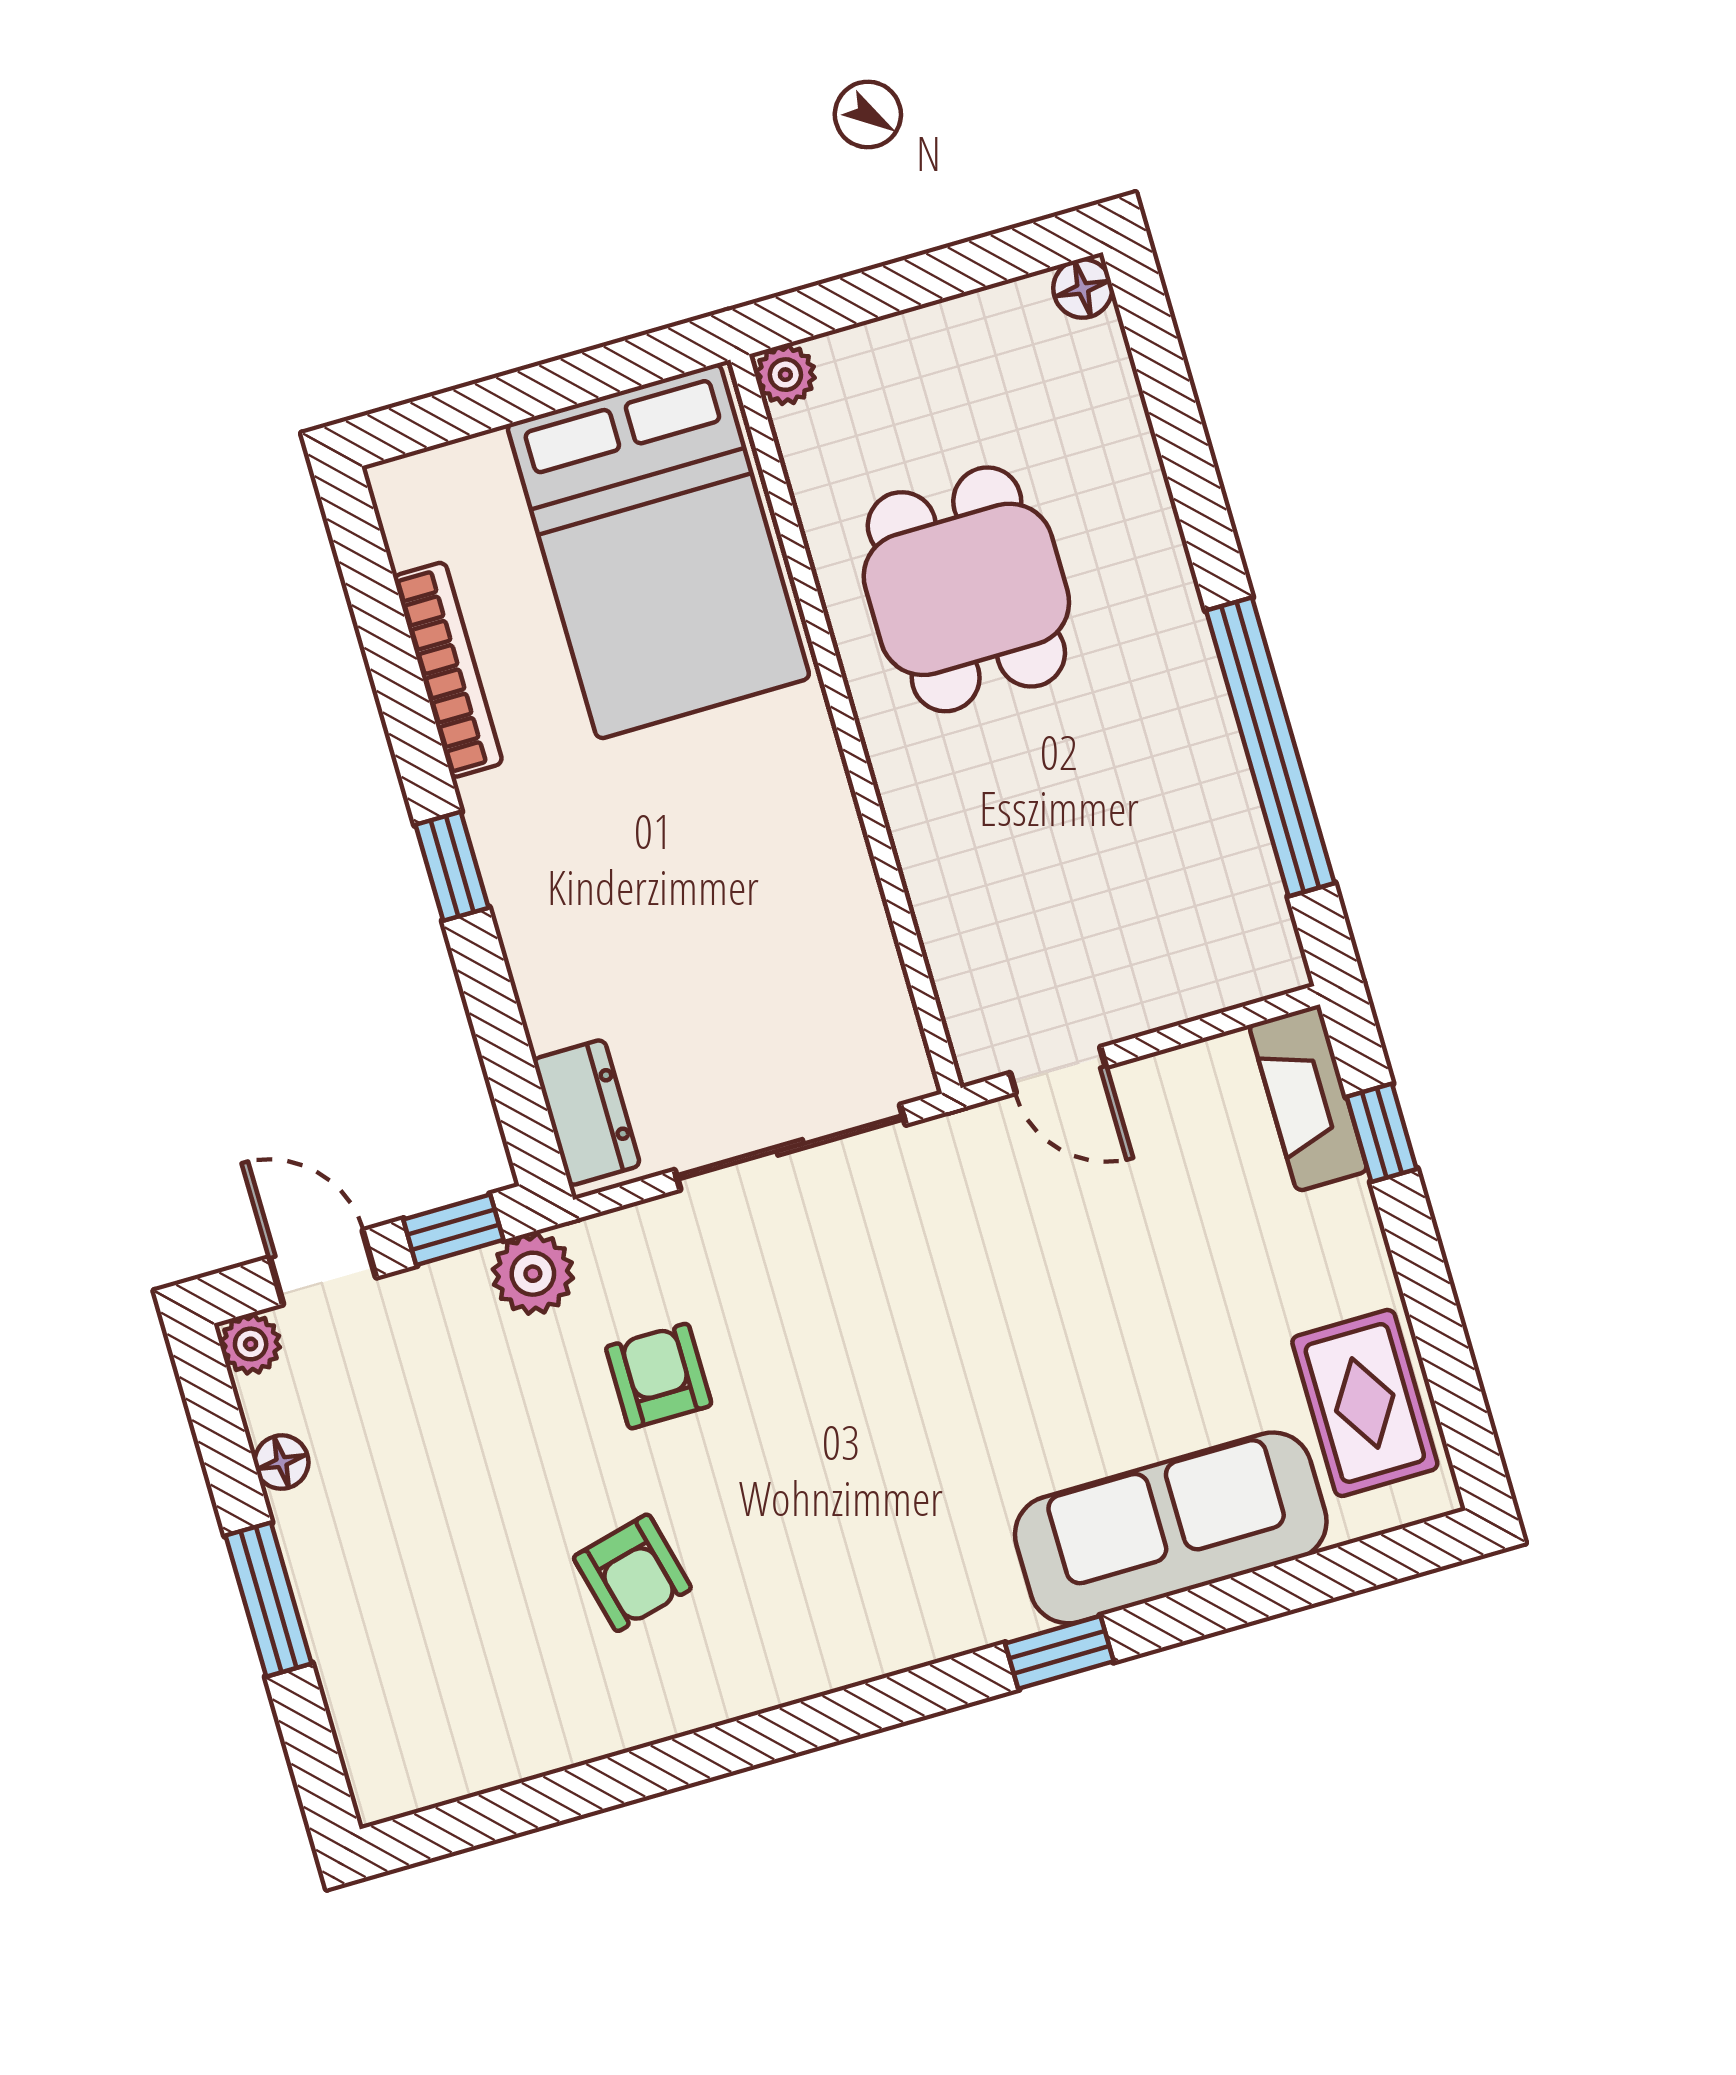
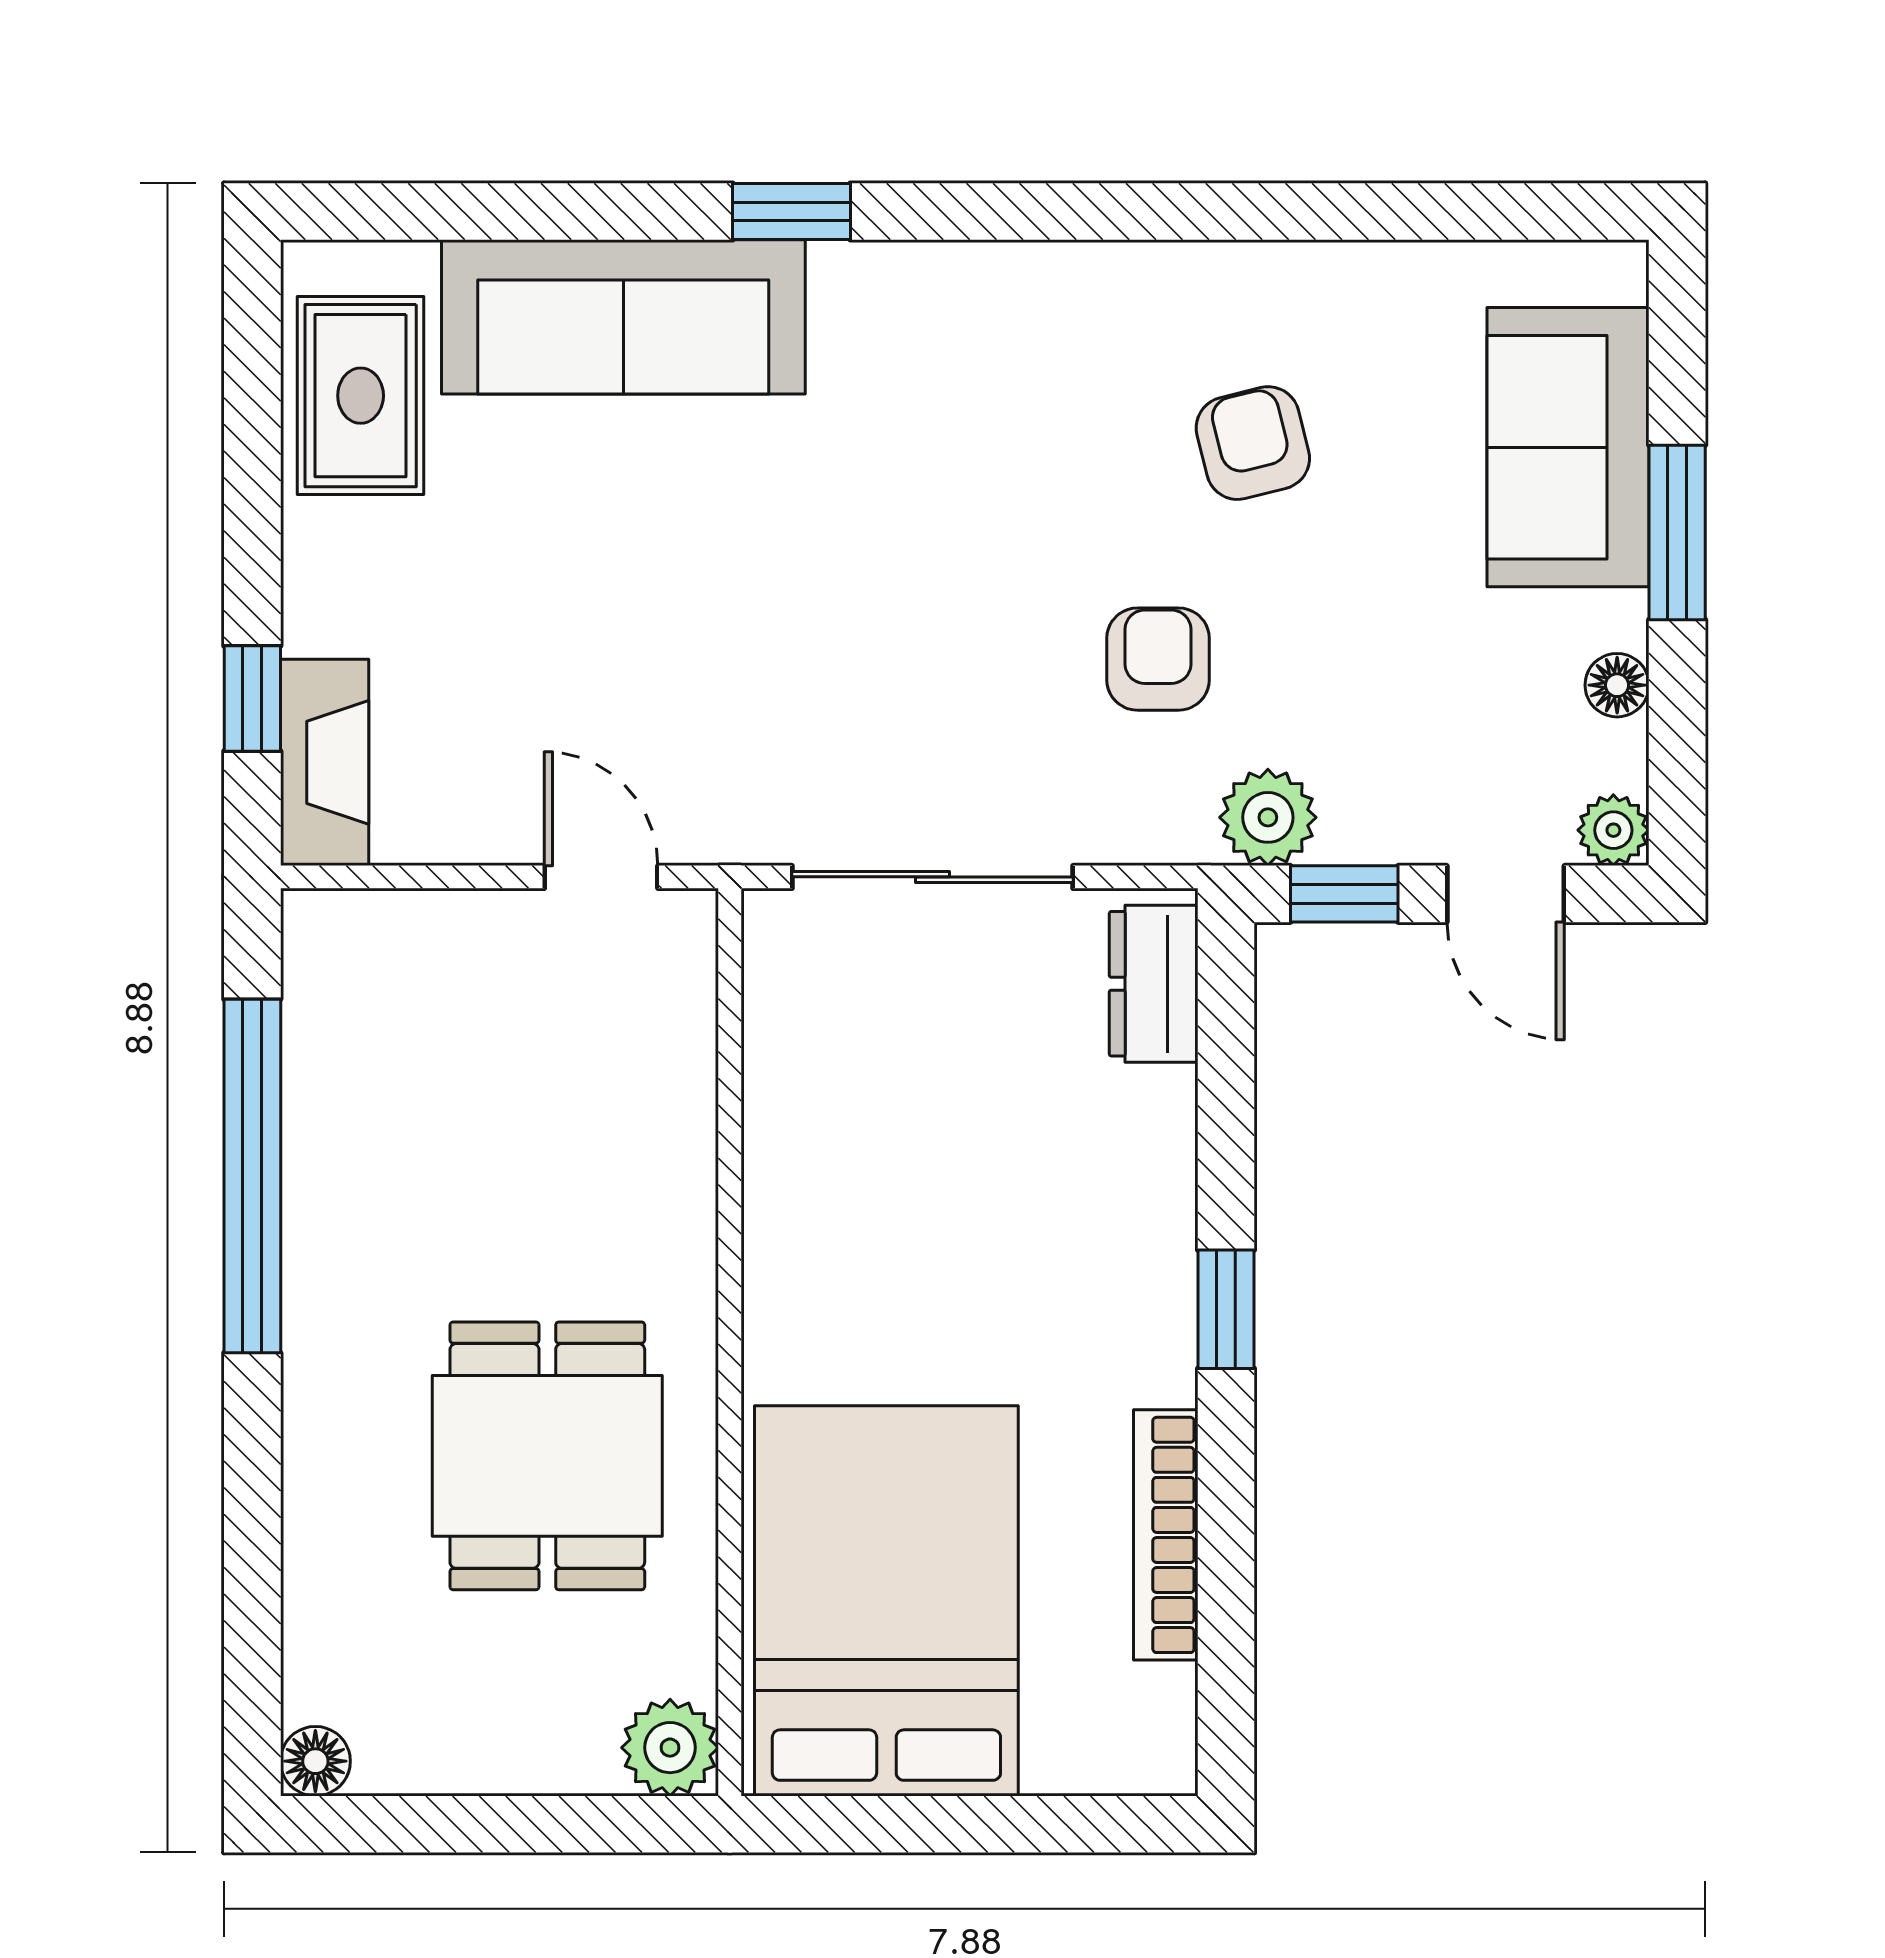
plant: (785, 375) -> (670, 1748), width x1.38, depth x1.38
armchair: (659, 1376) -> (1158, 659), turned 180
sofa: (377, 1643) -> (1568, 447), added

